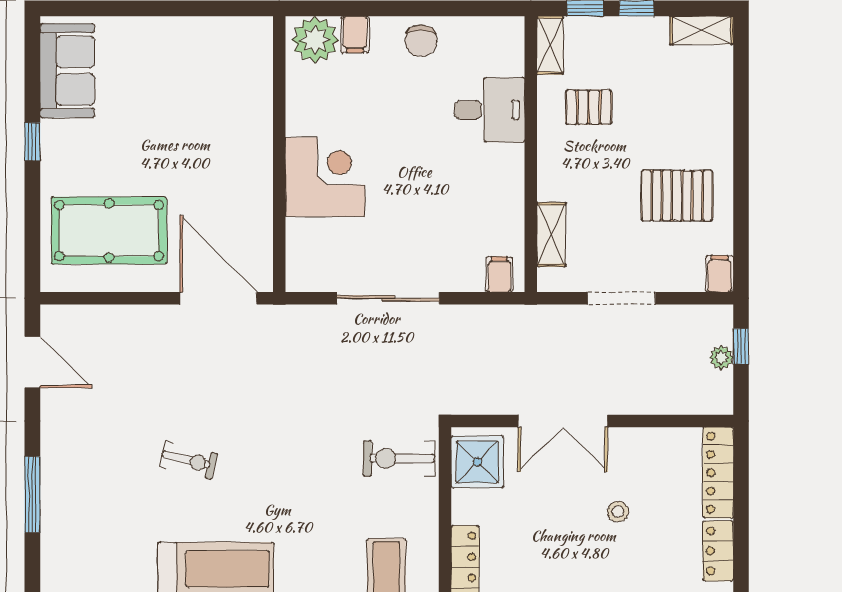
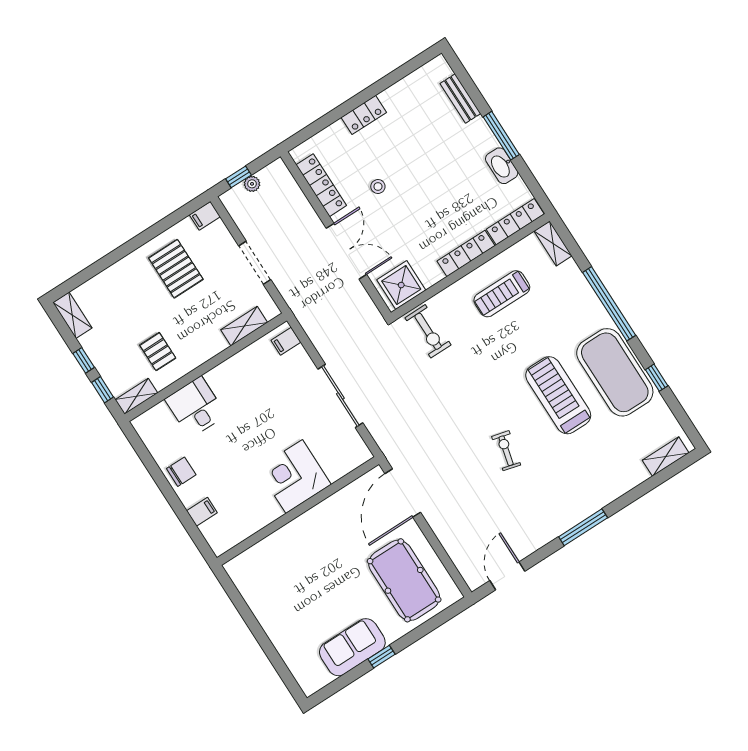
plant: (315, 40) -> (219, 533), removed
sofa: (67, 71) -> (352, 647), moved
locker: (718, 473) -> (321, 185), moved, turned -90

